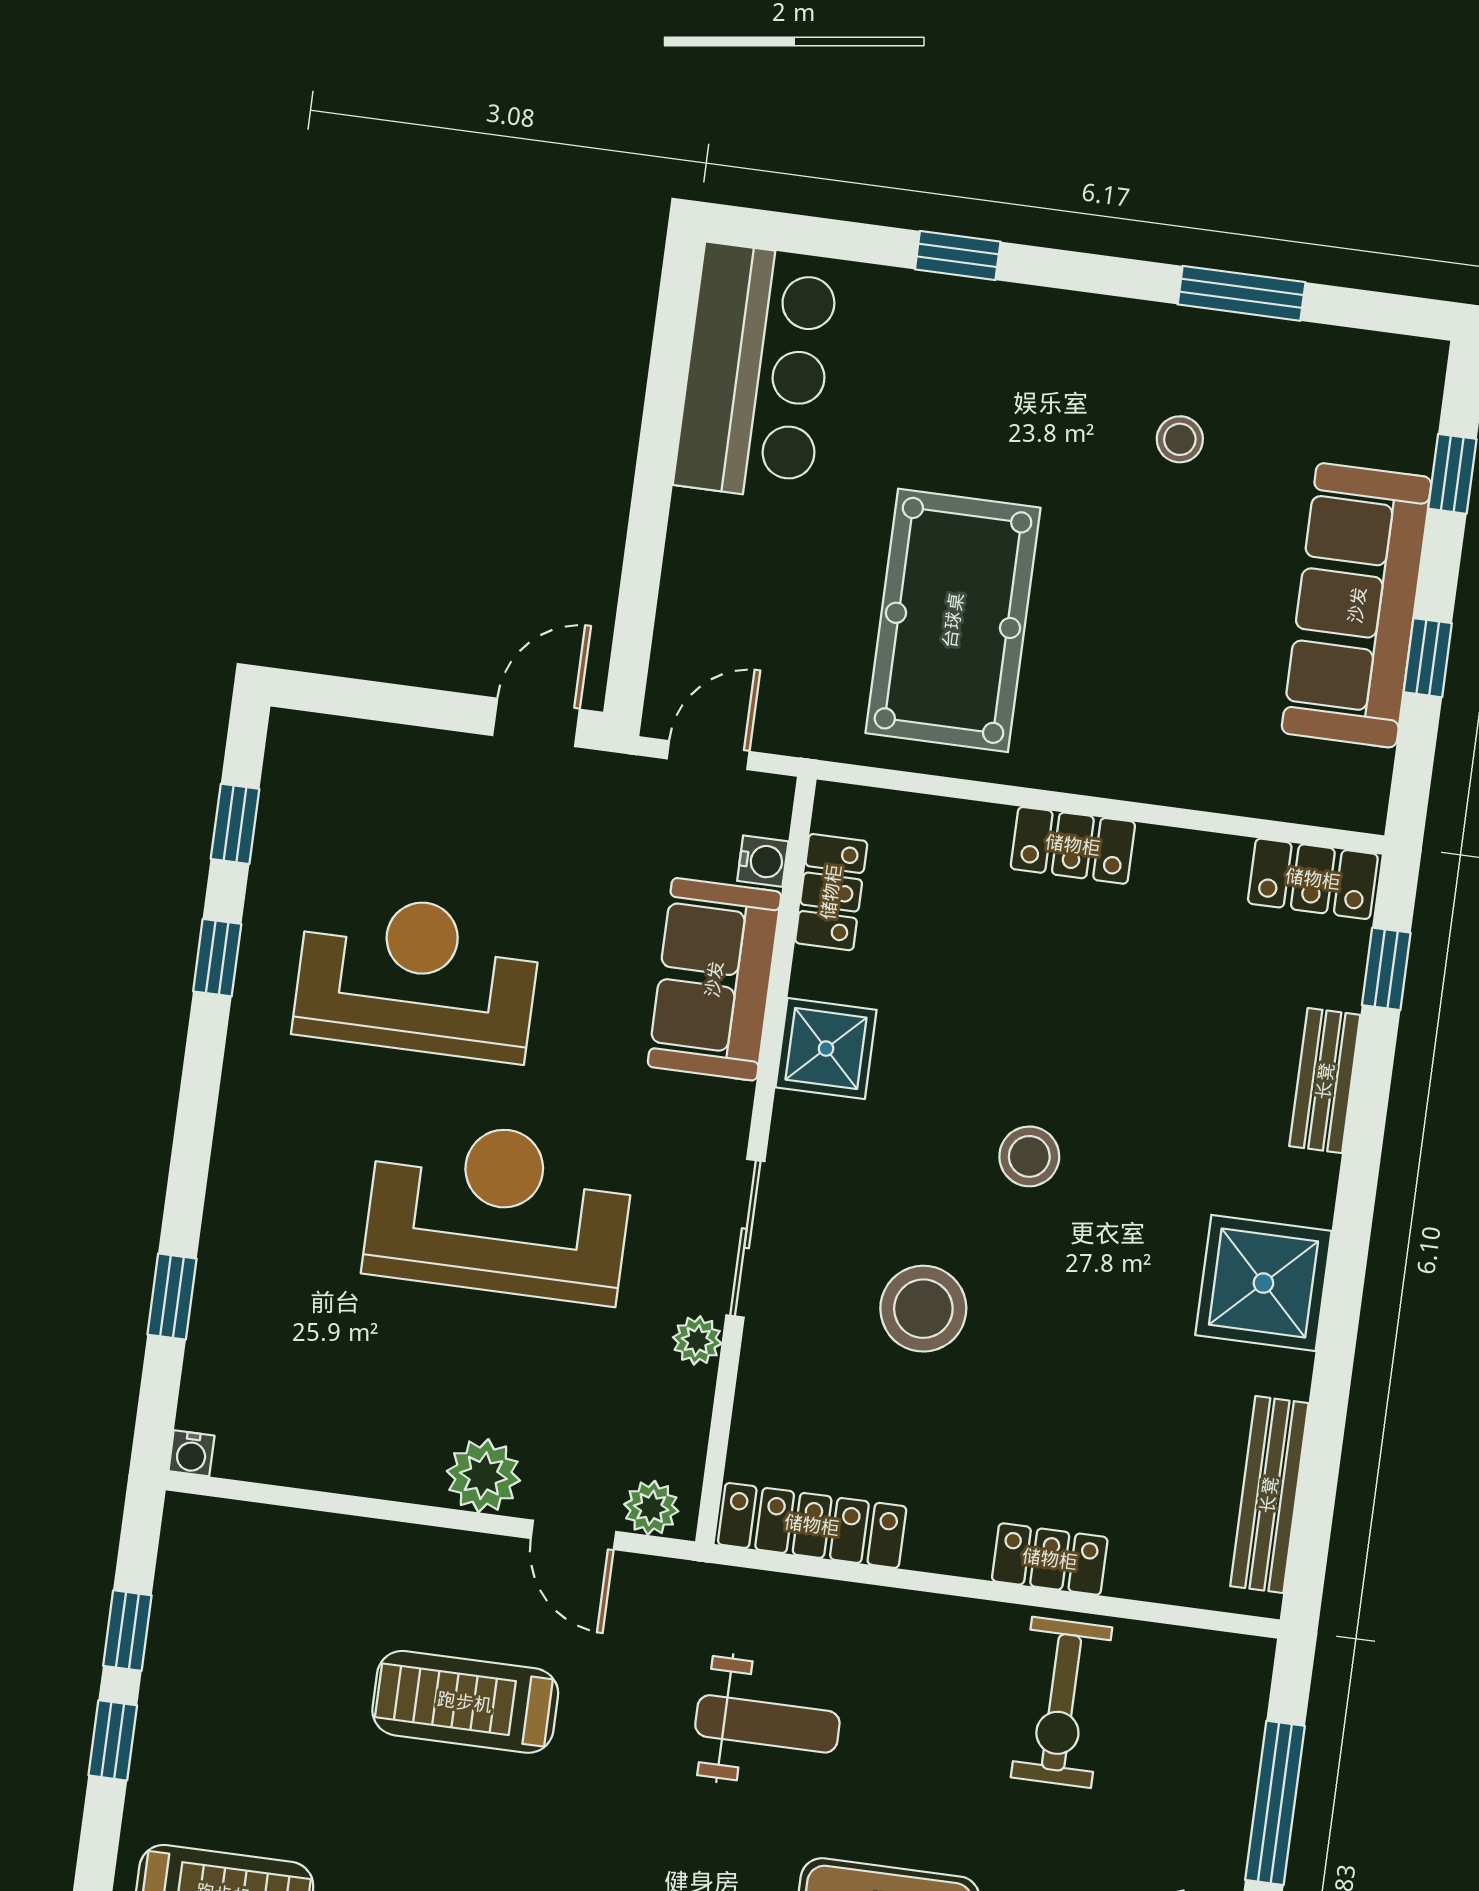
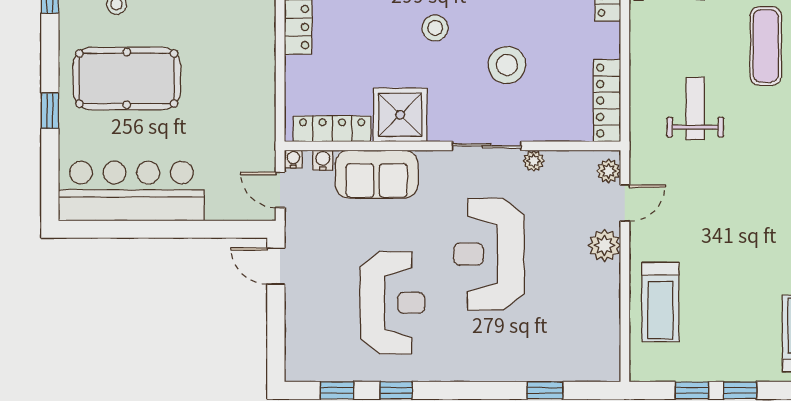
bar counter: (757, 372) -> (131, 191), width x1.36
pool table: (953, 620) -> (127, 78), moved
locker: (831, 892) -> (332, 129), width x1.53
reception desk: (417, 976) -> (392, 303), turned 180
shower: (826, 1049) -> (400, 115), width x1.36, depth x1.36
water cooler: (191, 1453) -> (293, 159), moved, turned -90
treadmill: (465, 1702) -> (660, 302), moved

